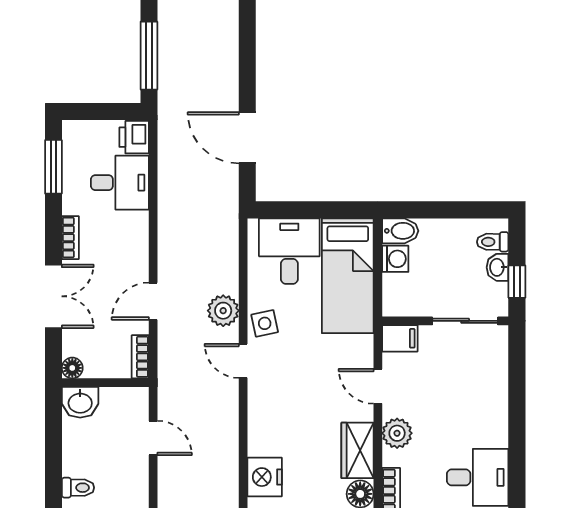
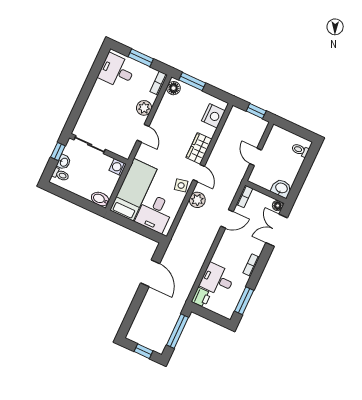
washing machine: (395, 259) -> (118, 167), moved
double door: (53, 296) -> (277, 230), moved
filing cabinet: (400, 338) -> (123, 150), removed
wardrobe: (358, 450) -> (199, 148), moved, turned 180

